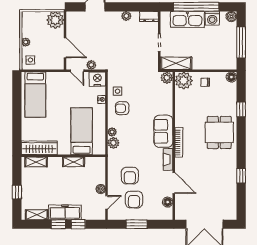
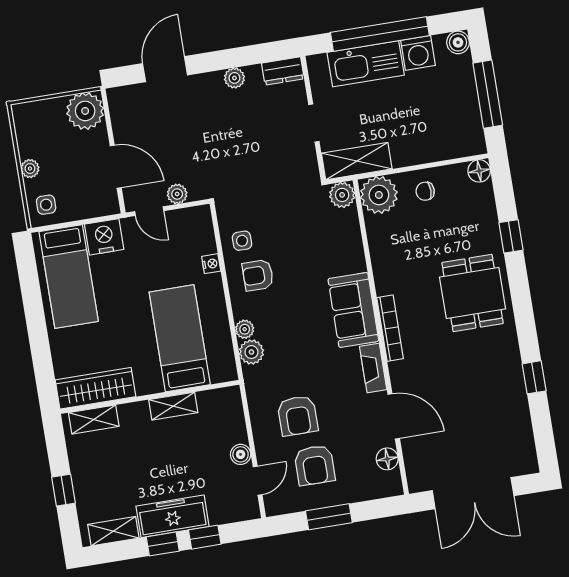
nightstand: (97, 79) -> (104, 237), moved

